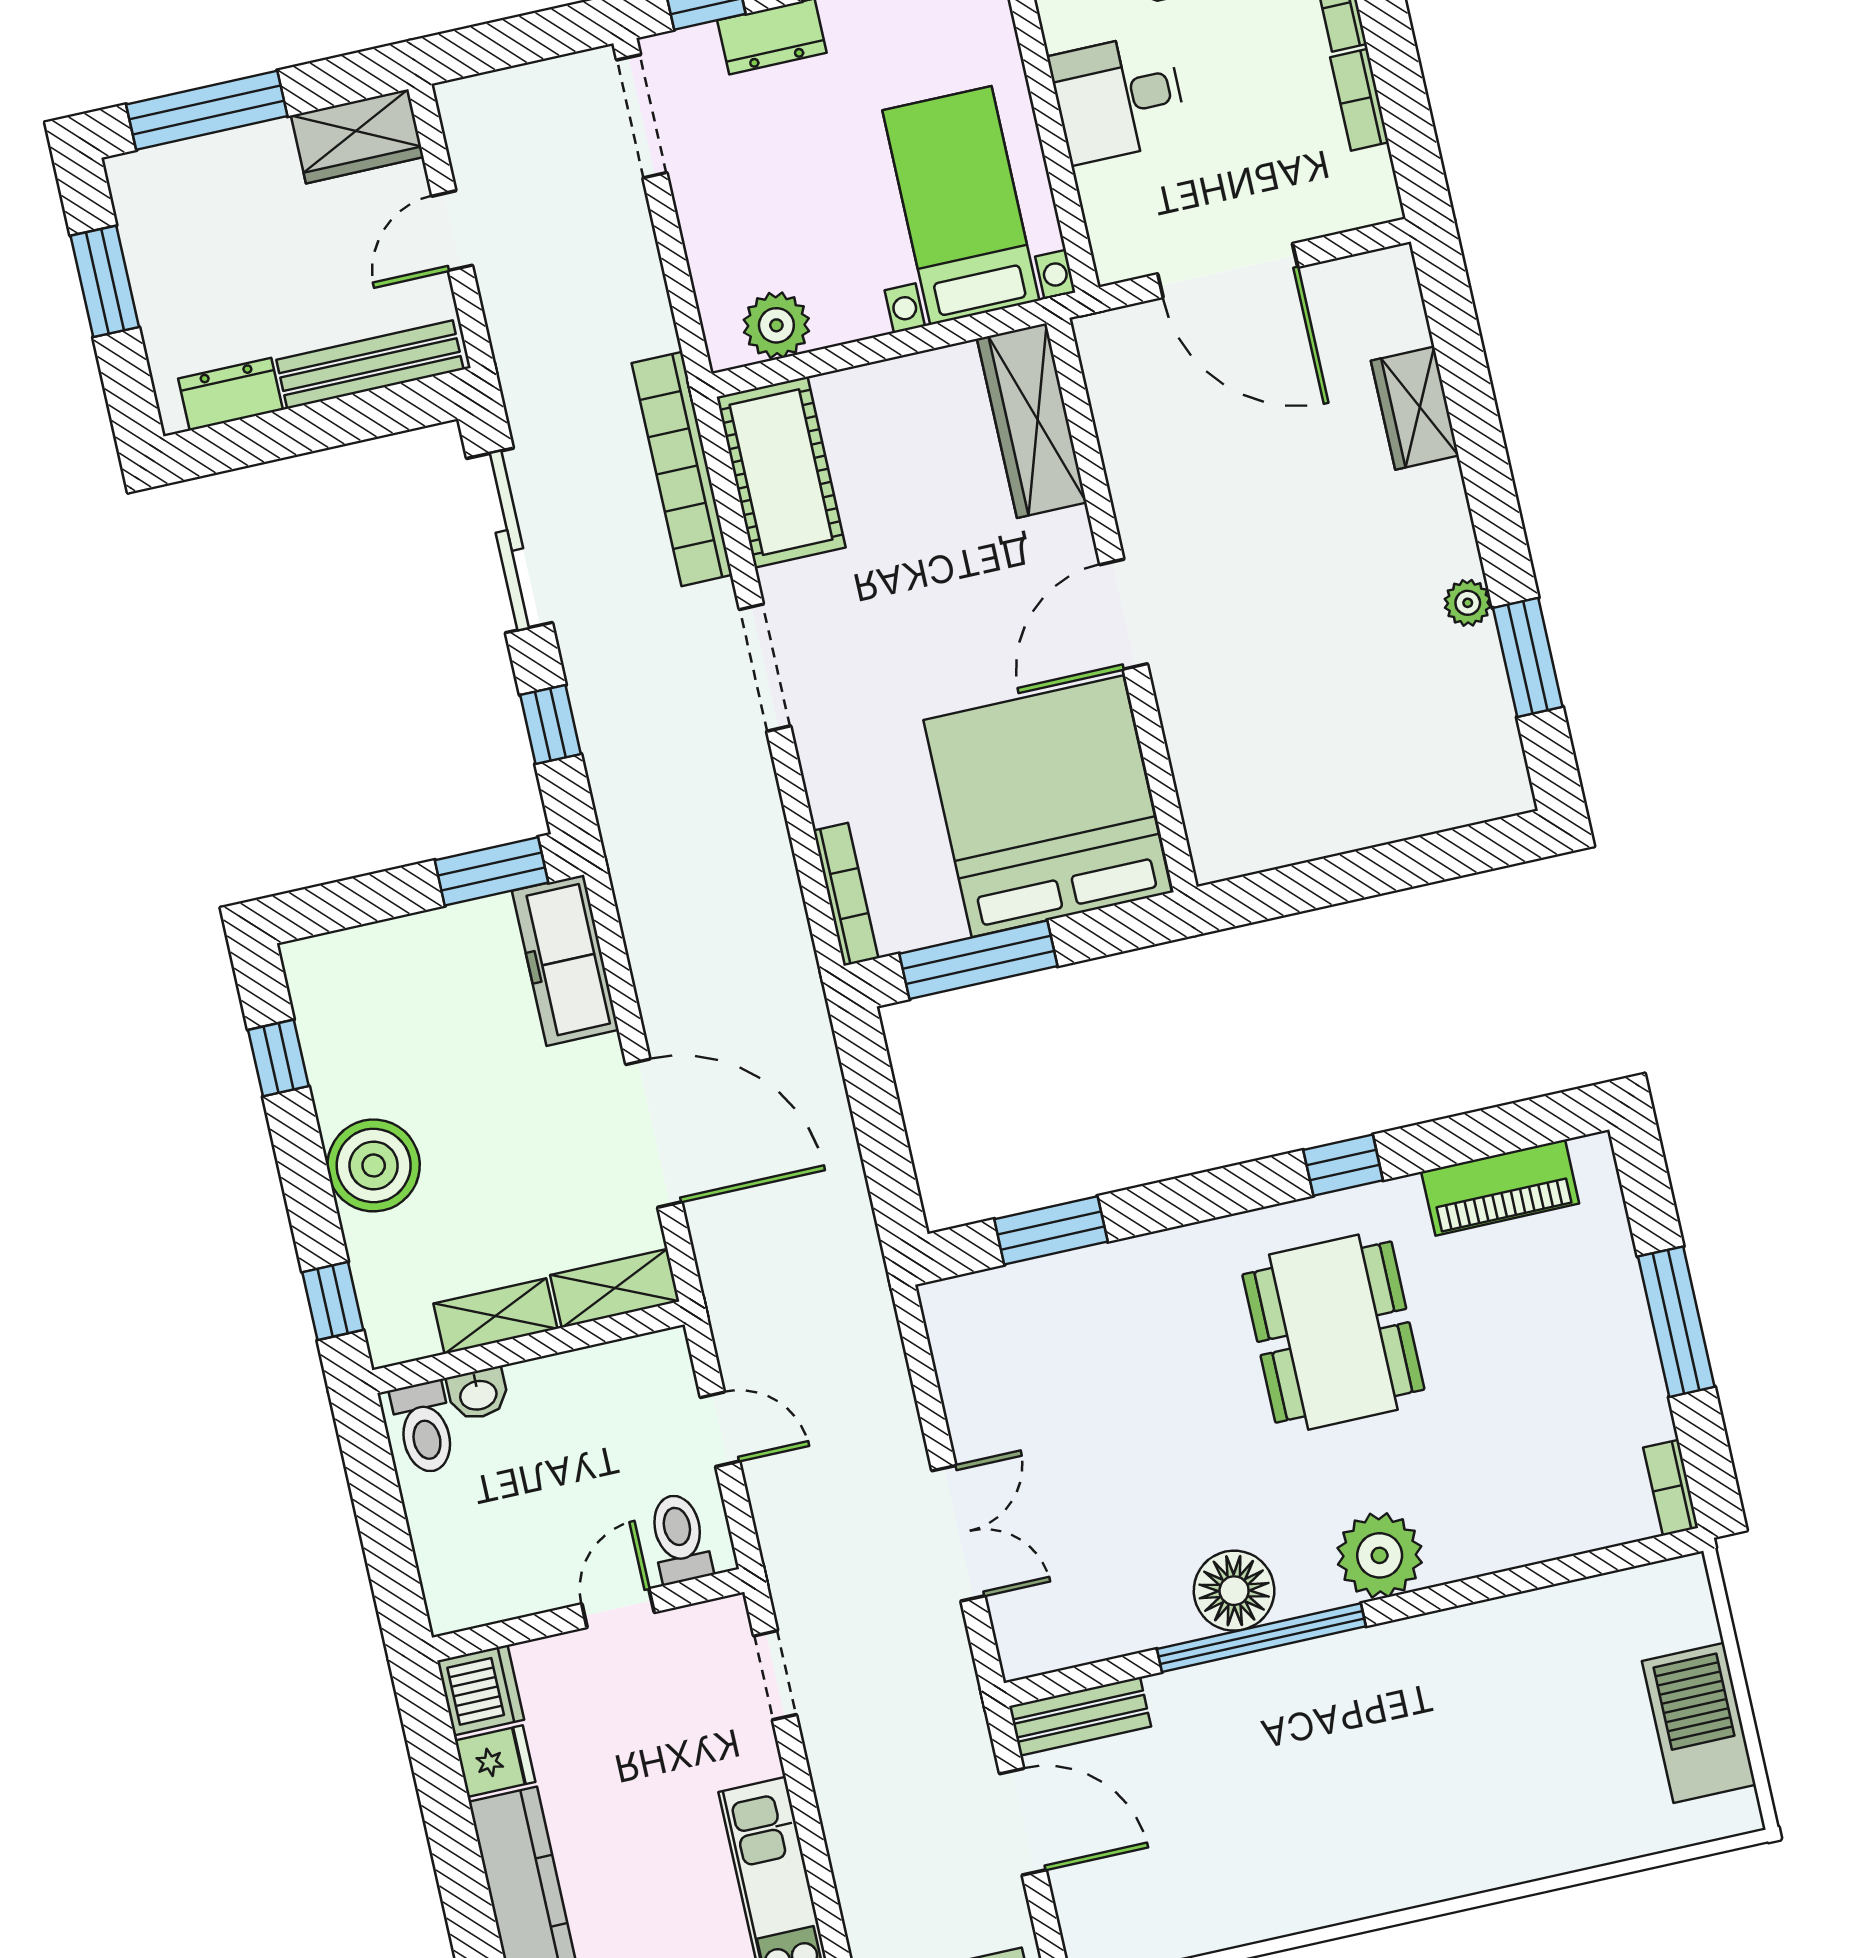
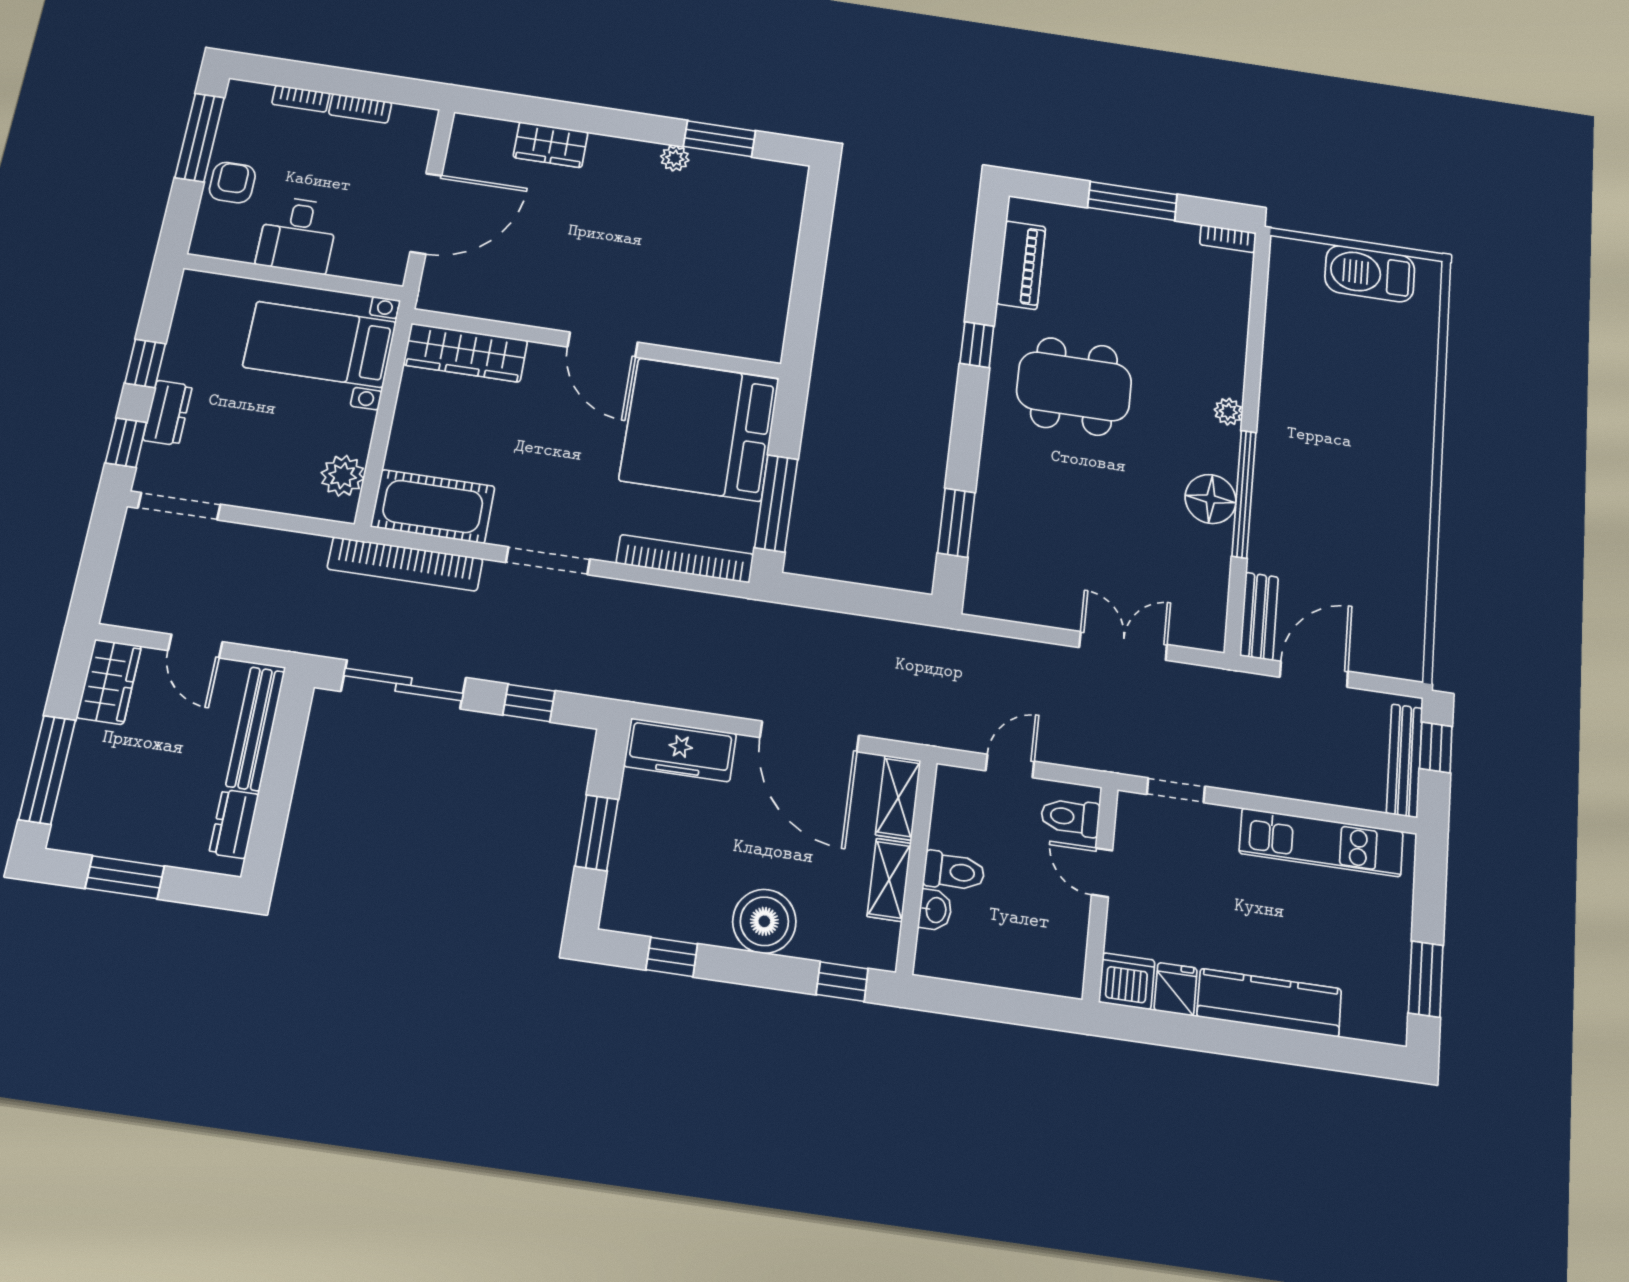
window: (491, 871) -> (597, 833), moved
bookcase: (846, 894) -> (685, 559), width x1.48, depth x1.31
door: (654, 1133) -> (809, 736), swing flipped
toilet: (424, 1428) -> (954, 871), moved
plant: (1380, 1555) -> (1228, 412), width x0.53, depth x0.53

